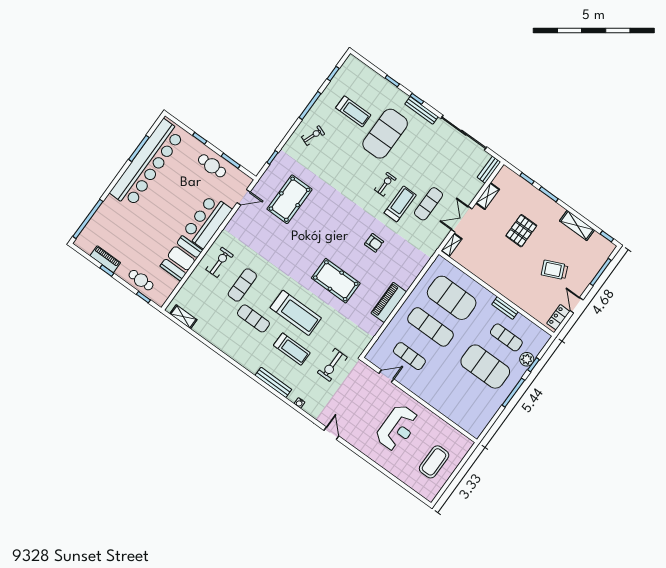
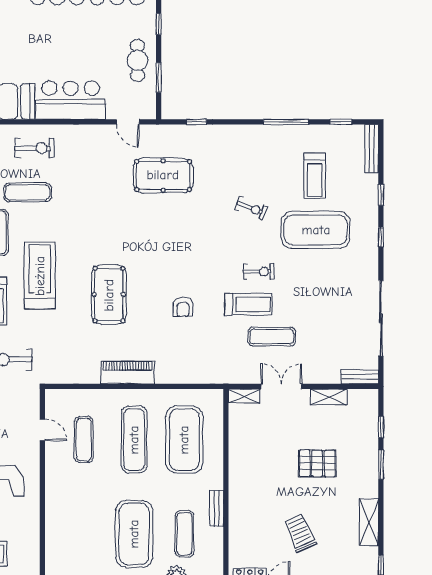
bench: (421, 110) -> (372, 149), moved
exercise bike: (313, 136) -> (251, 208), moved
treadmill: (296, 313) -> (40, 276), turned 180

